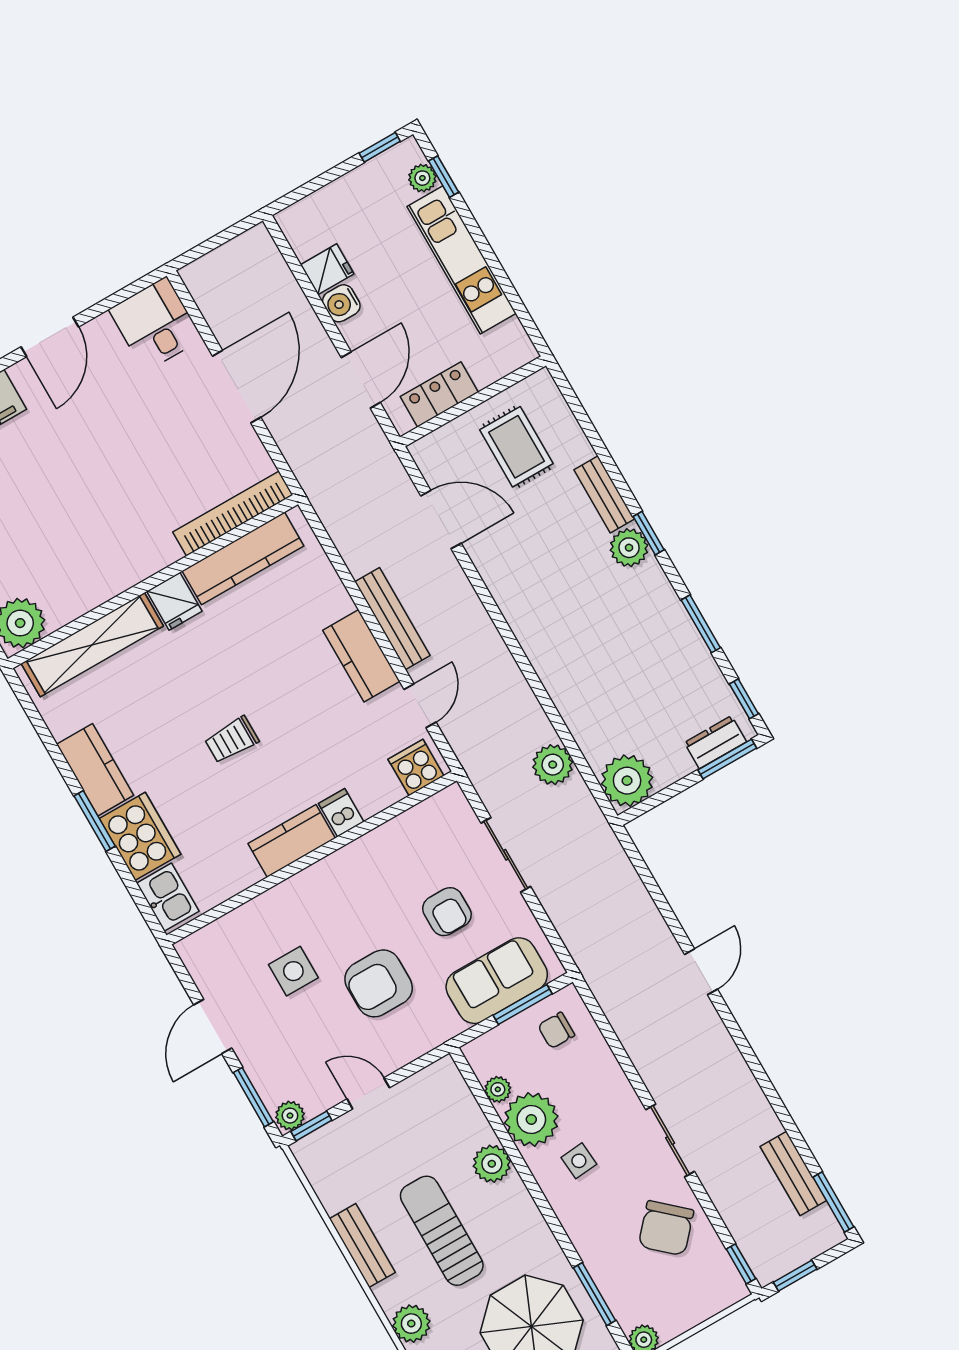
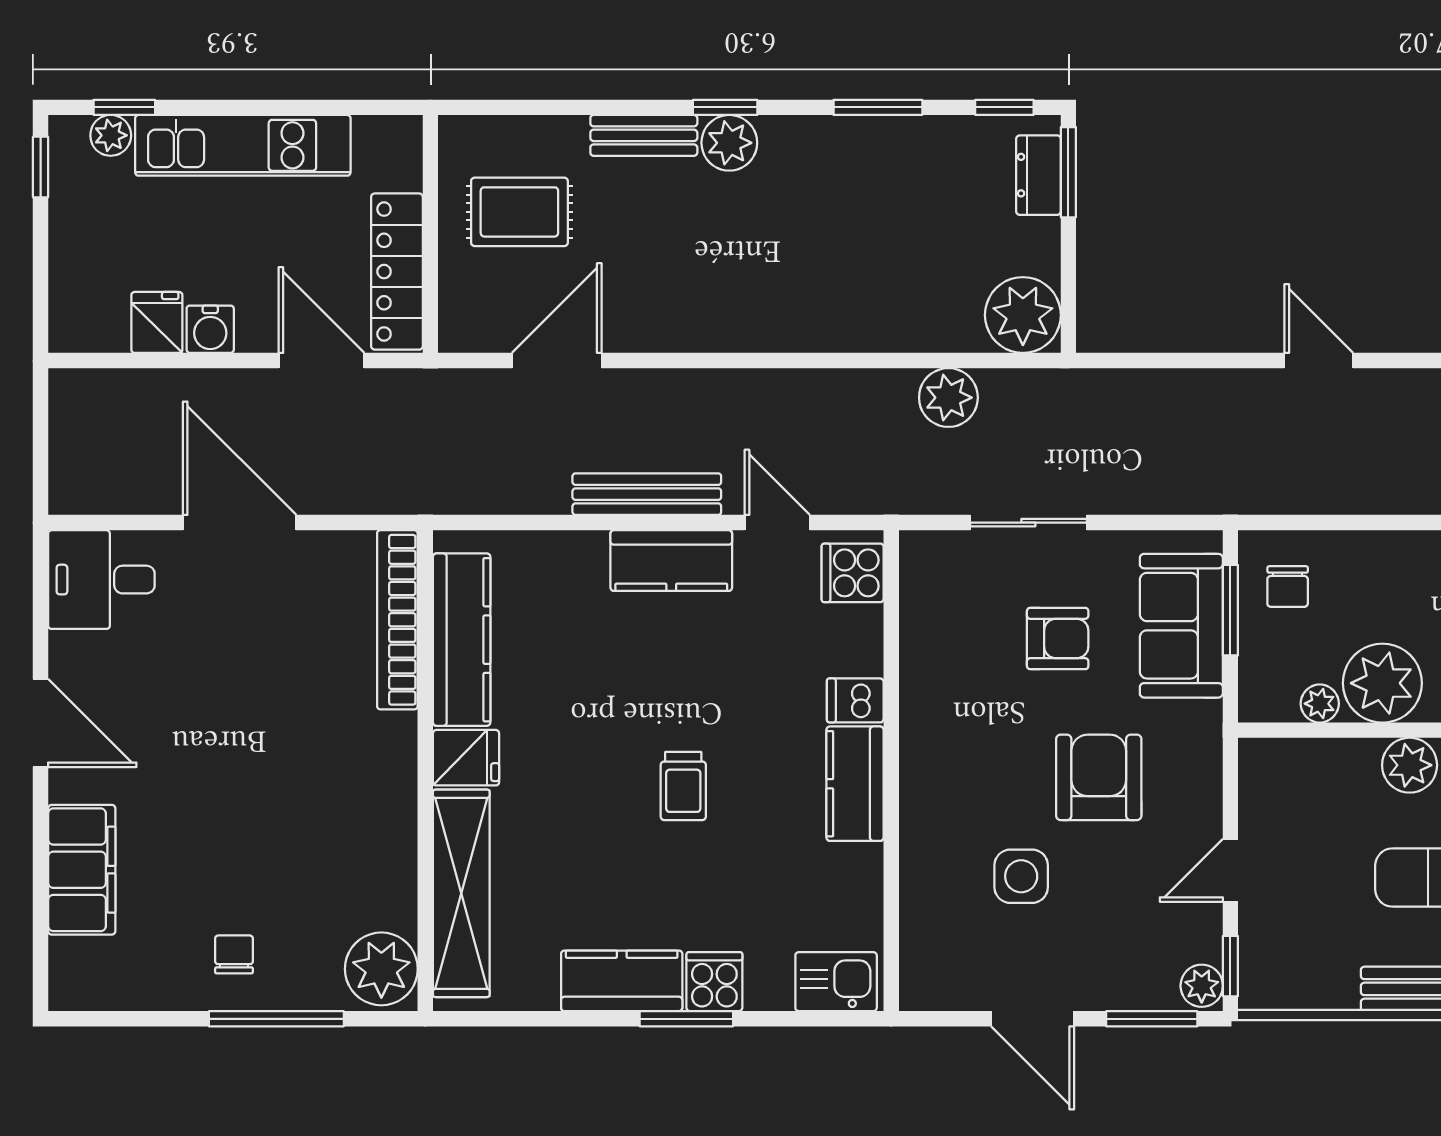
locker: (439, 394) -> (397, 272), width x1.53
cooker: (140, 836) -> (714, 982), width x0.53, depth x0.76
armchair: (379, 983) -> (1099, 777), turned 180

